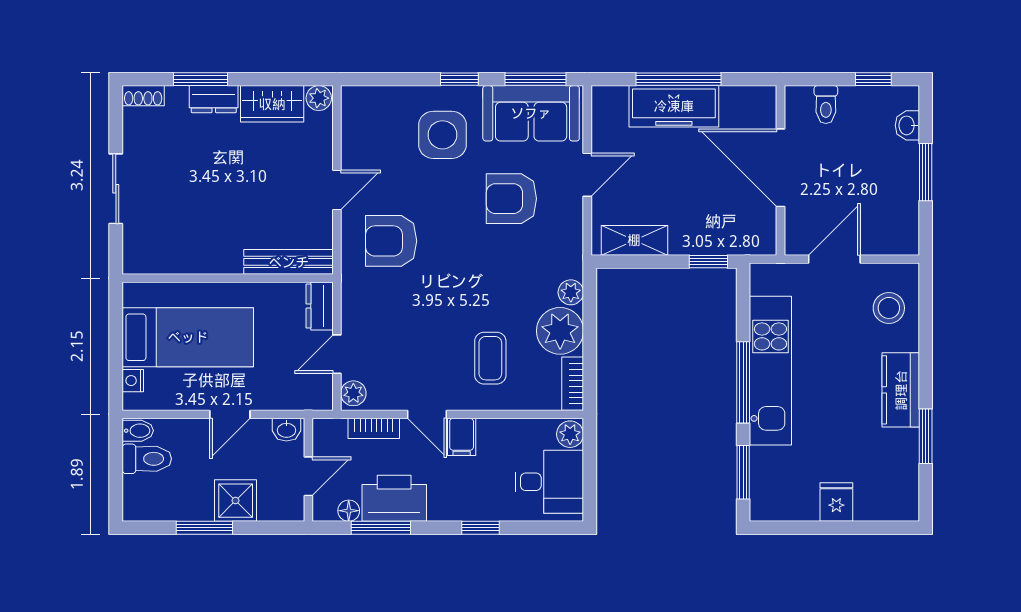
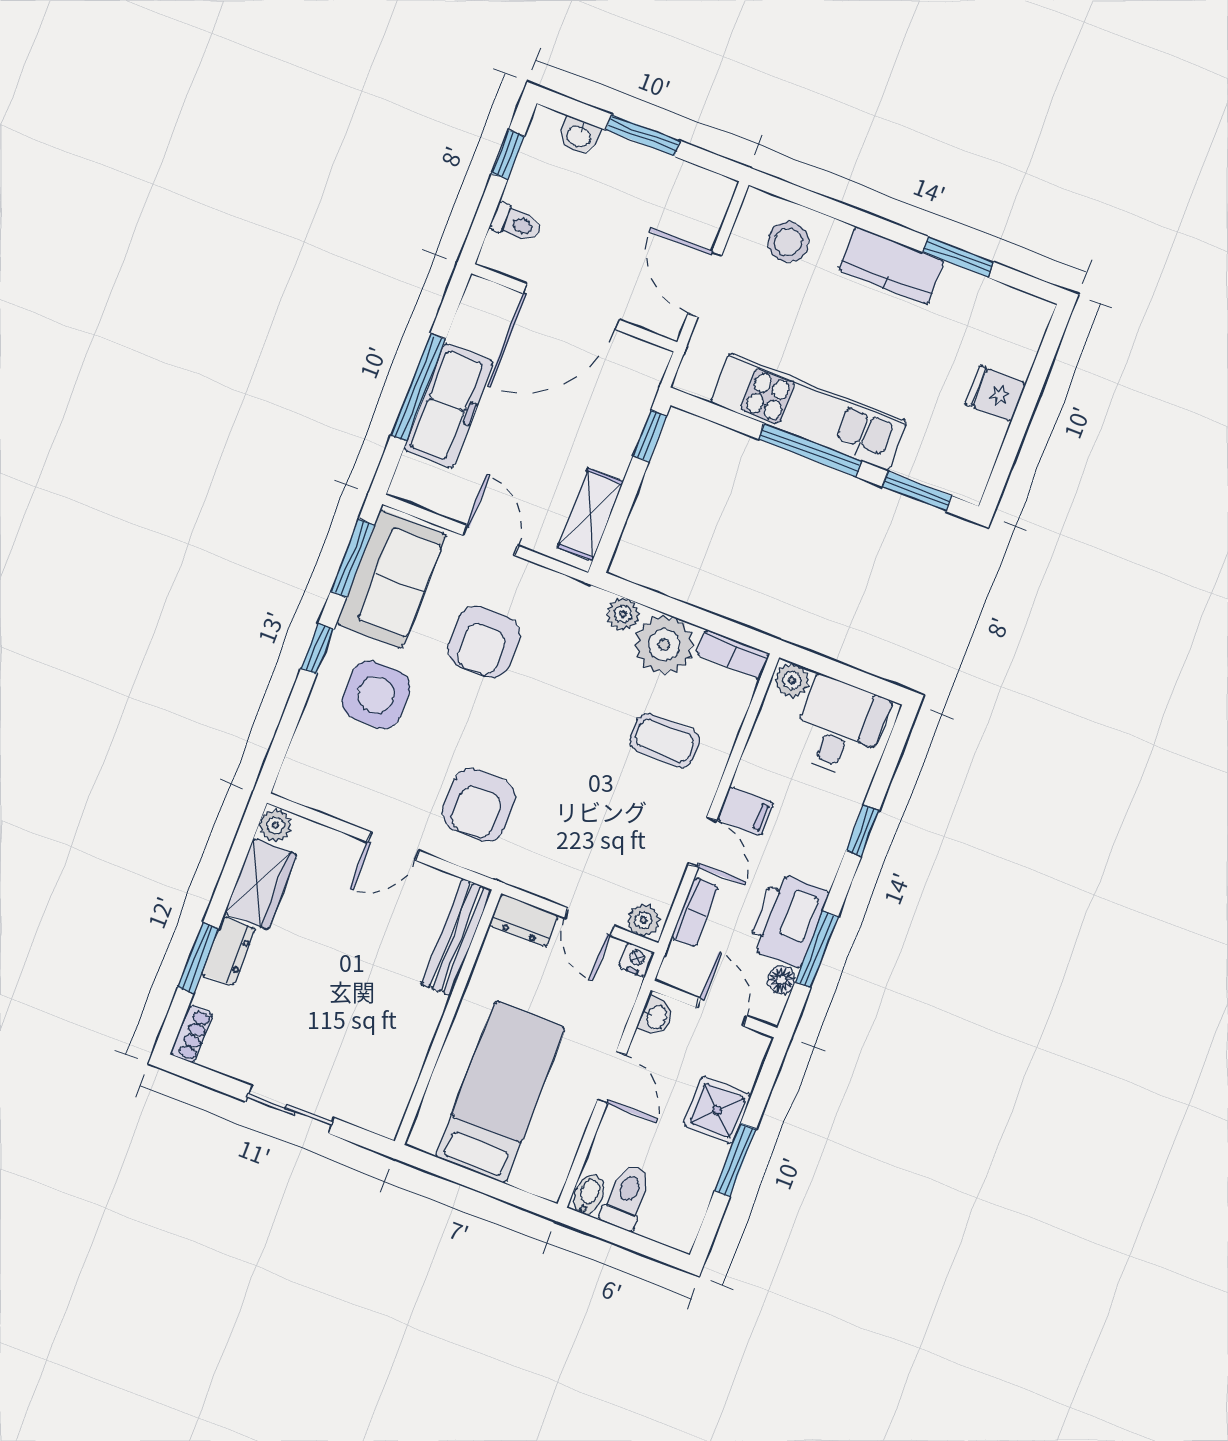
door: (337, 190) -> (393, 846), swing flipped
nightstand: (133, 381) -> (636, 960), moved, turned 180
door: (427, 414) -> (703, 842), hinge flipped

